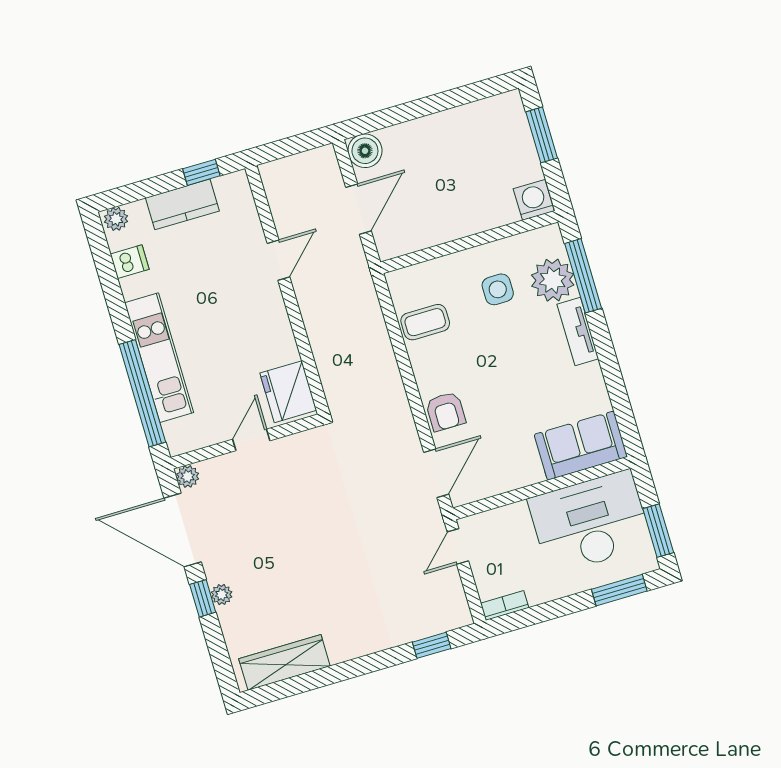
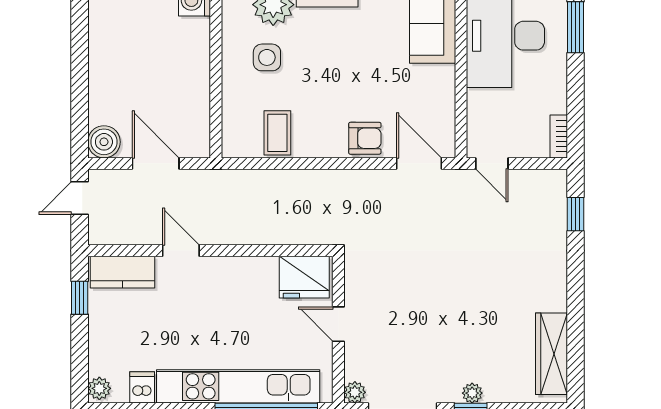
door: (301, 143) -> (80, 198), added
kitchen counter: (182, 204) -> (122, 272), moved, turned 90
kitchen unit: (159, 358) -> (238, 386), width x1.36

